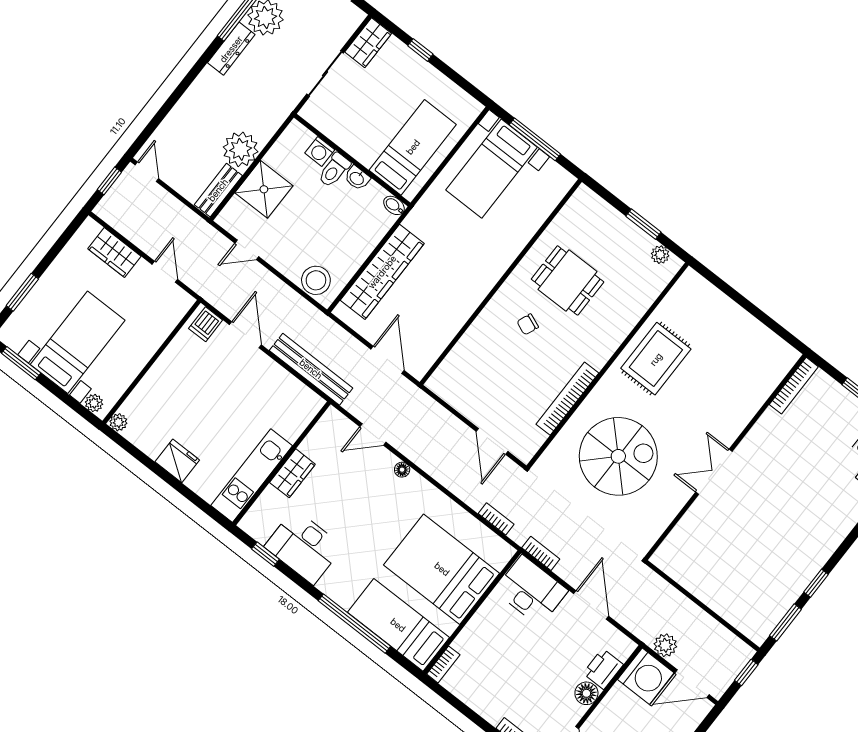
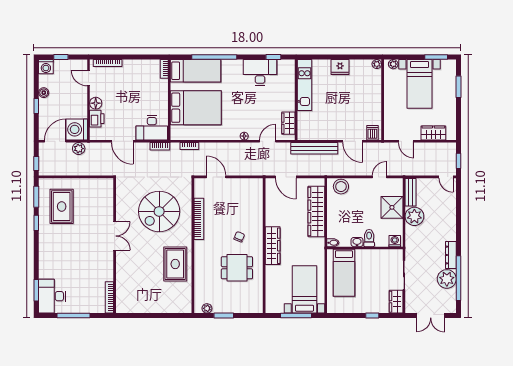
washing machine: (320, 151) -> (395, 241), moved
wardrobe: (488, 272) -> (273, 246), added
wardrobe: (292, 473) -> (288, 123), moved
rug: (759, 578) -> (62, 206), added

